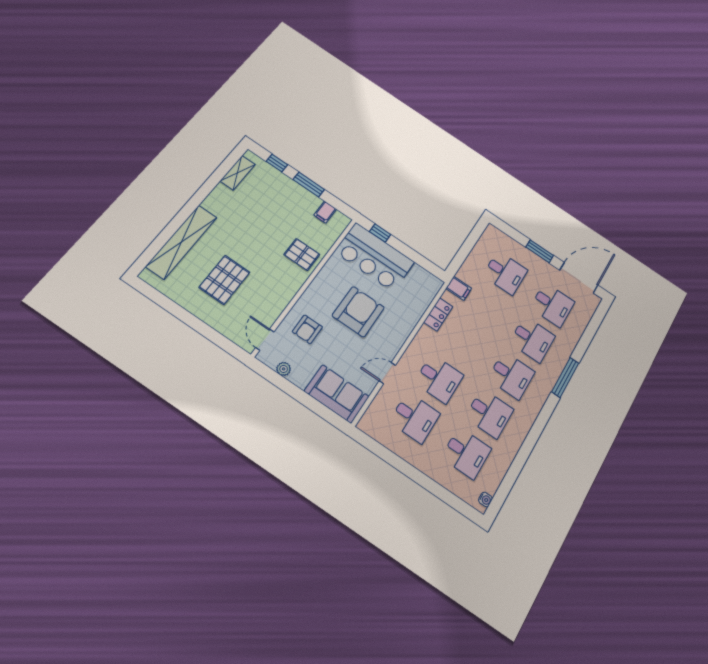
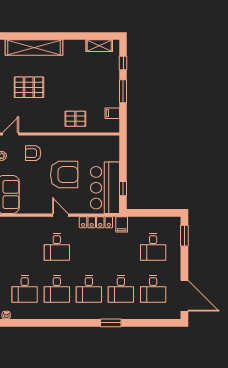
window: (380, 233) -> (123, 189), moved
window: (540, 251) -> (184, 236), moved
pallet: (302, 255) -> (75, 119), turned 90
bar counter: (374, 257) -> (105, 188), moved
locker: (438, 314) -> (96, 222), width x1.53
door: (387, 373) -> (60, 215), moved
window: (565, 377) -> (111, 323), width x0.69
desk: (415, 418) -> (25, 247), removed

